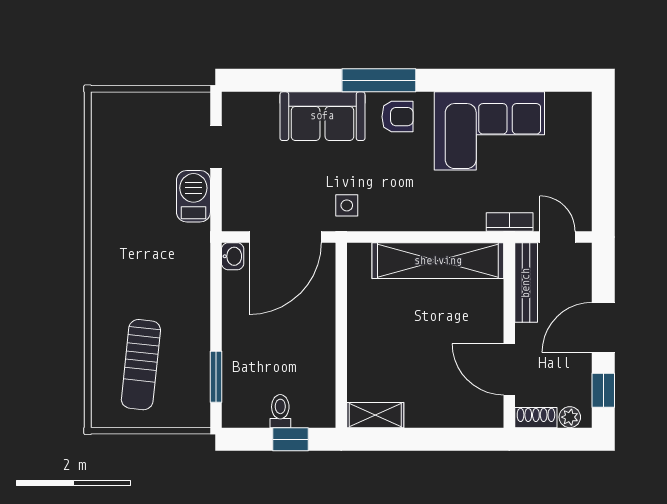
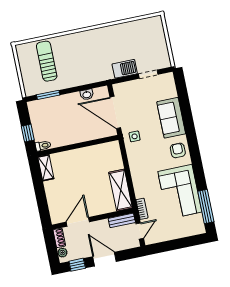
window: (379, 80) -> (206, 207), moved
armchair: (397, 117) -> (178, 150), turned 180
washbasin: (233, 256) -> (87, 94), moved
shelving: (438, 261) -> (121, 190), width x0.68
bench: (526, 283) -> (122, 220), width x0.73
sun lounger: (141, 365) -> (47, 61), turned 84
toilet: (280, 411) -> (43, 146), moved

